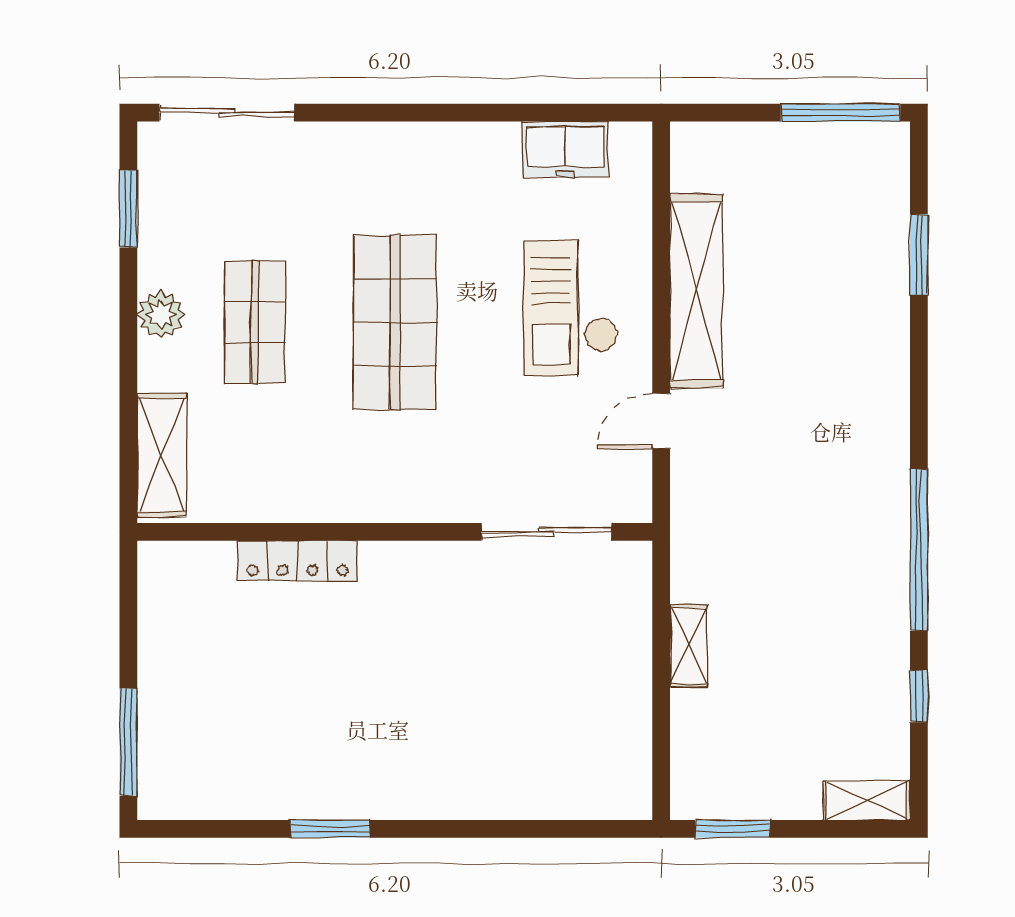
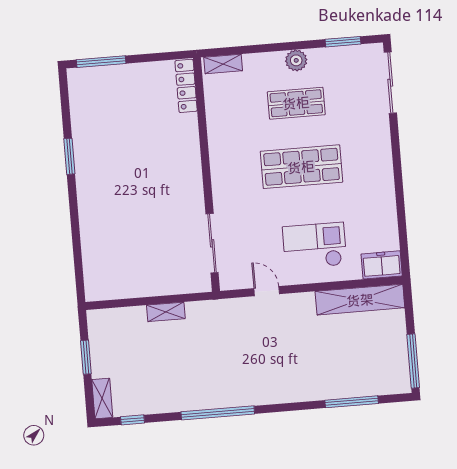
freezer: (565, 149) -> (382, 265), moved, turned 90
window: (919, 255) -> (352, 402), width x1.44
shelving: (696, 291) -> (360, 300), moved
shelving: (162, 455) -> (223, 64), width x0.67, depth x0.75
locker: (297, 560) -> (186, 86), moved
window: (919, 696) -> (133, 420), moved
window: (733, 829) -> (86, 357), moved

